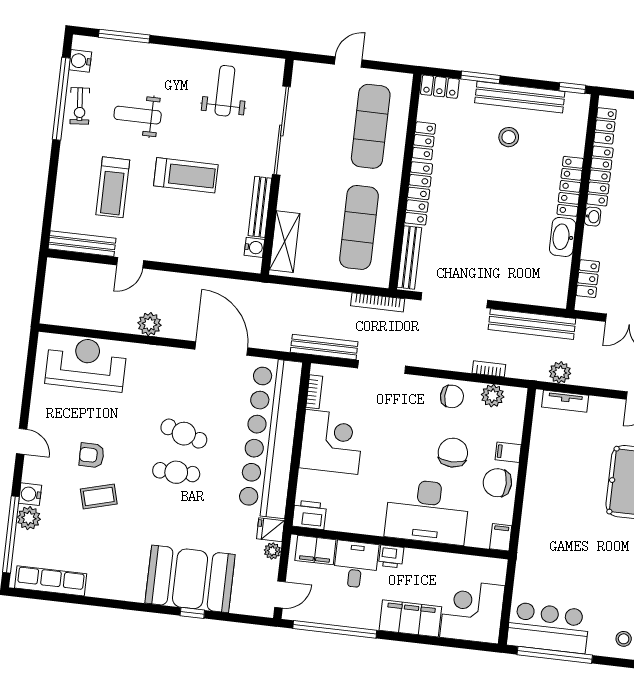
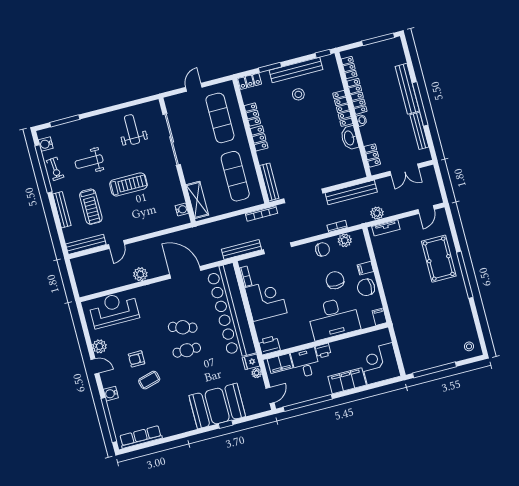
locker: (419, 193) -> (259, 138), width x0.66
bench: (260, 207) -> (62, 210), moved
plant: (29, 518) -> (99, 346), moved
bar counter: (548, 628) -> (425, 356), removed

